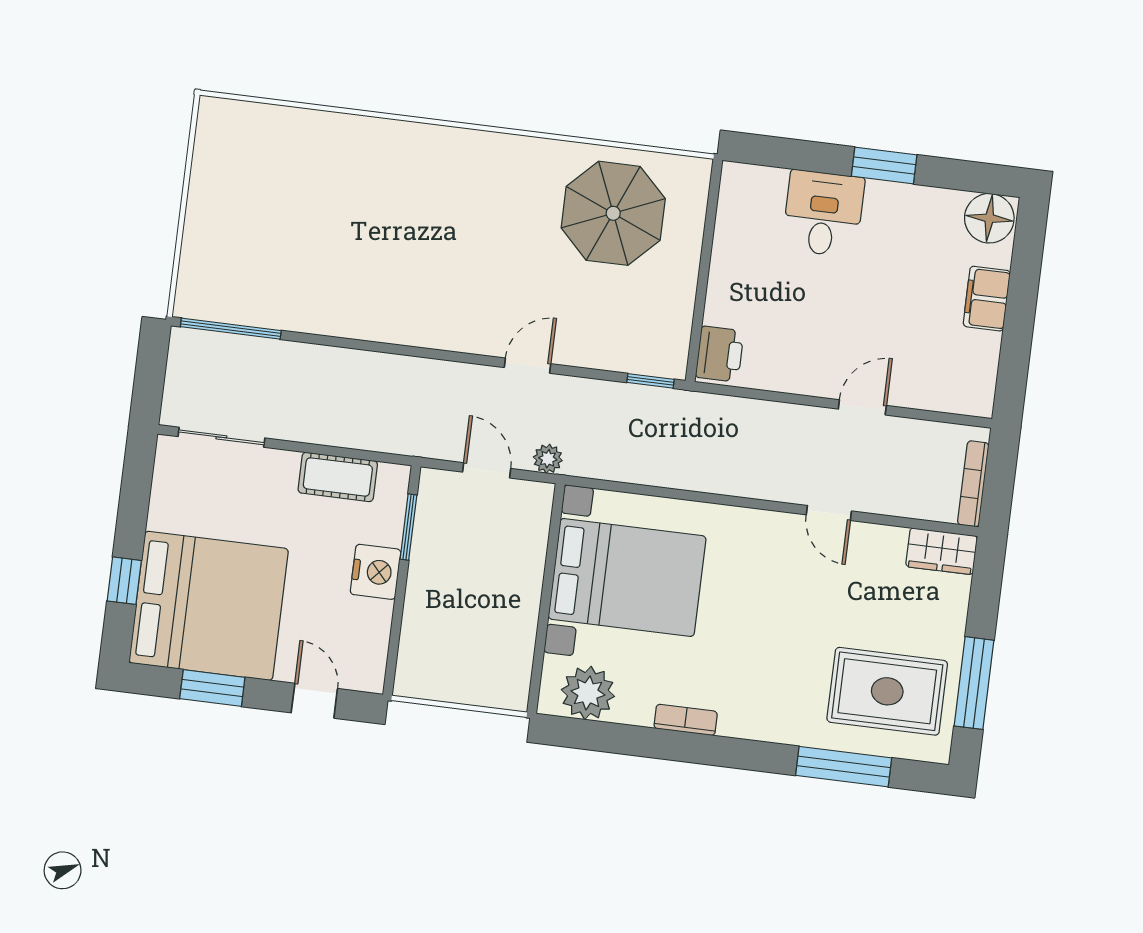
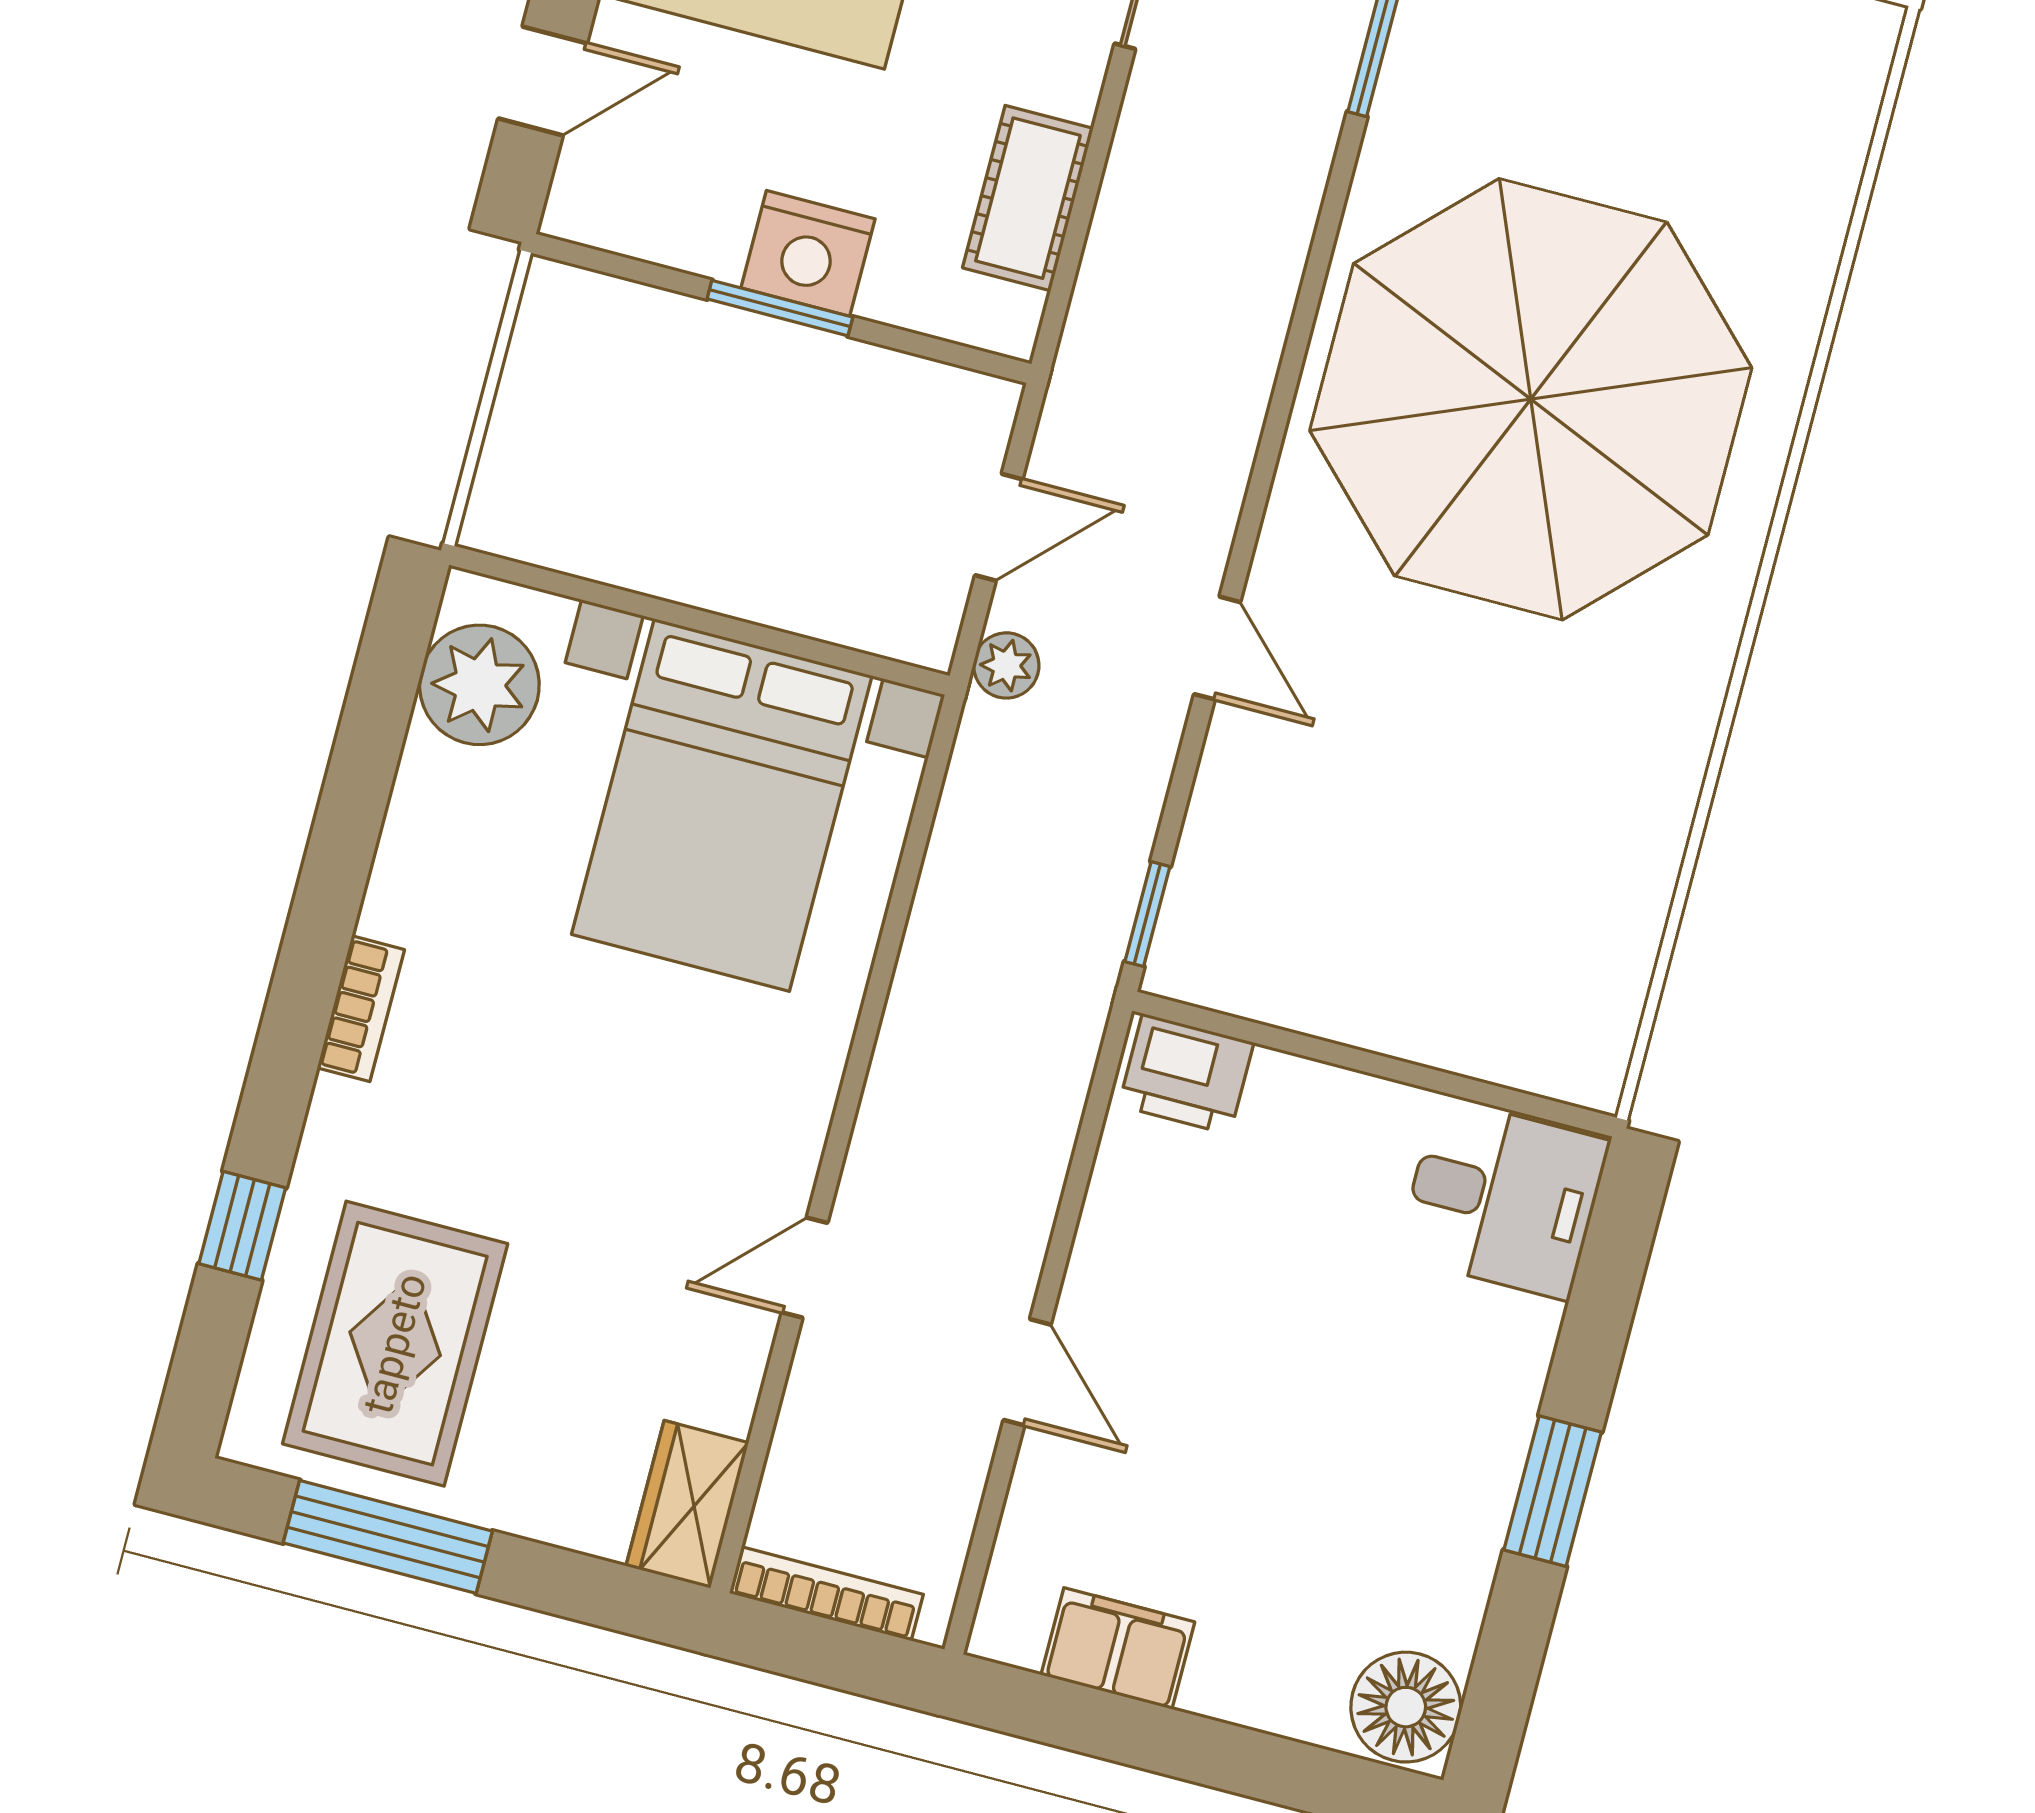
parasol: (613, 213) -> (1531, 399), moved, width x1.86, depth x1.86
desk: (823, 213) -> (1503, 1199), moved
filing cabinet: (987, 299) -> (1118, 1648), moved
window: (408, 527) -> (780, 308), moved
bookcase: (686, 720) -> (361, 1009), moved
window: (844, 767) -> (242, 1226), width x0.46

